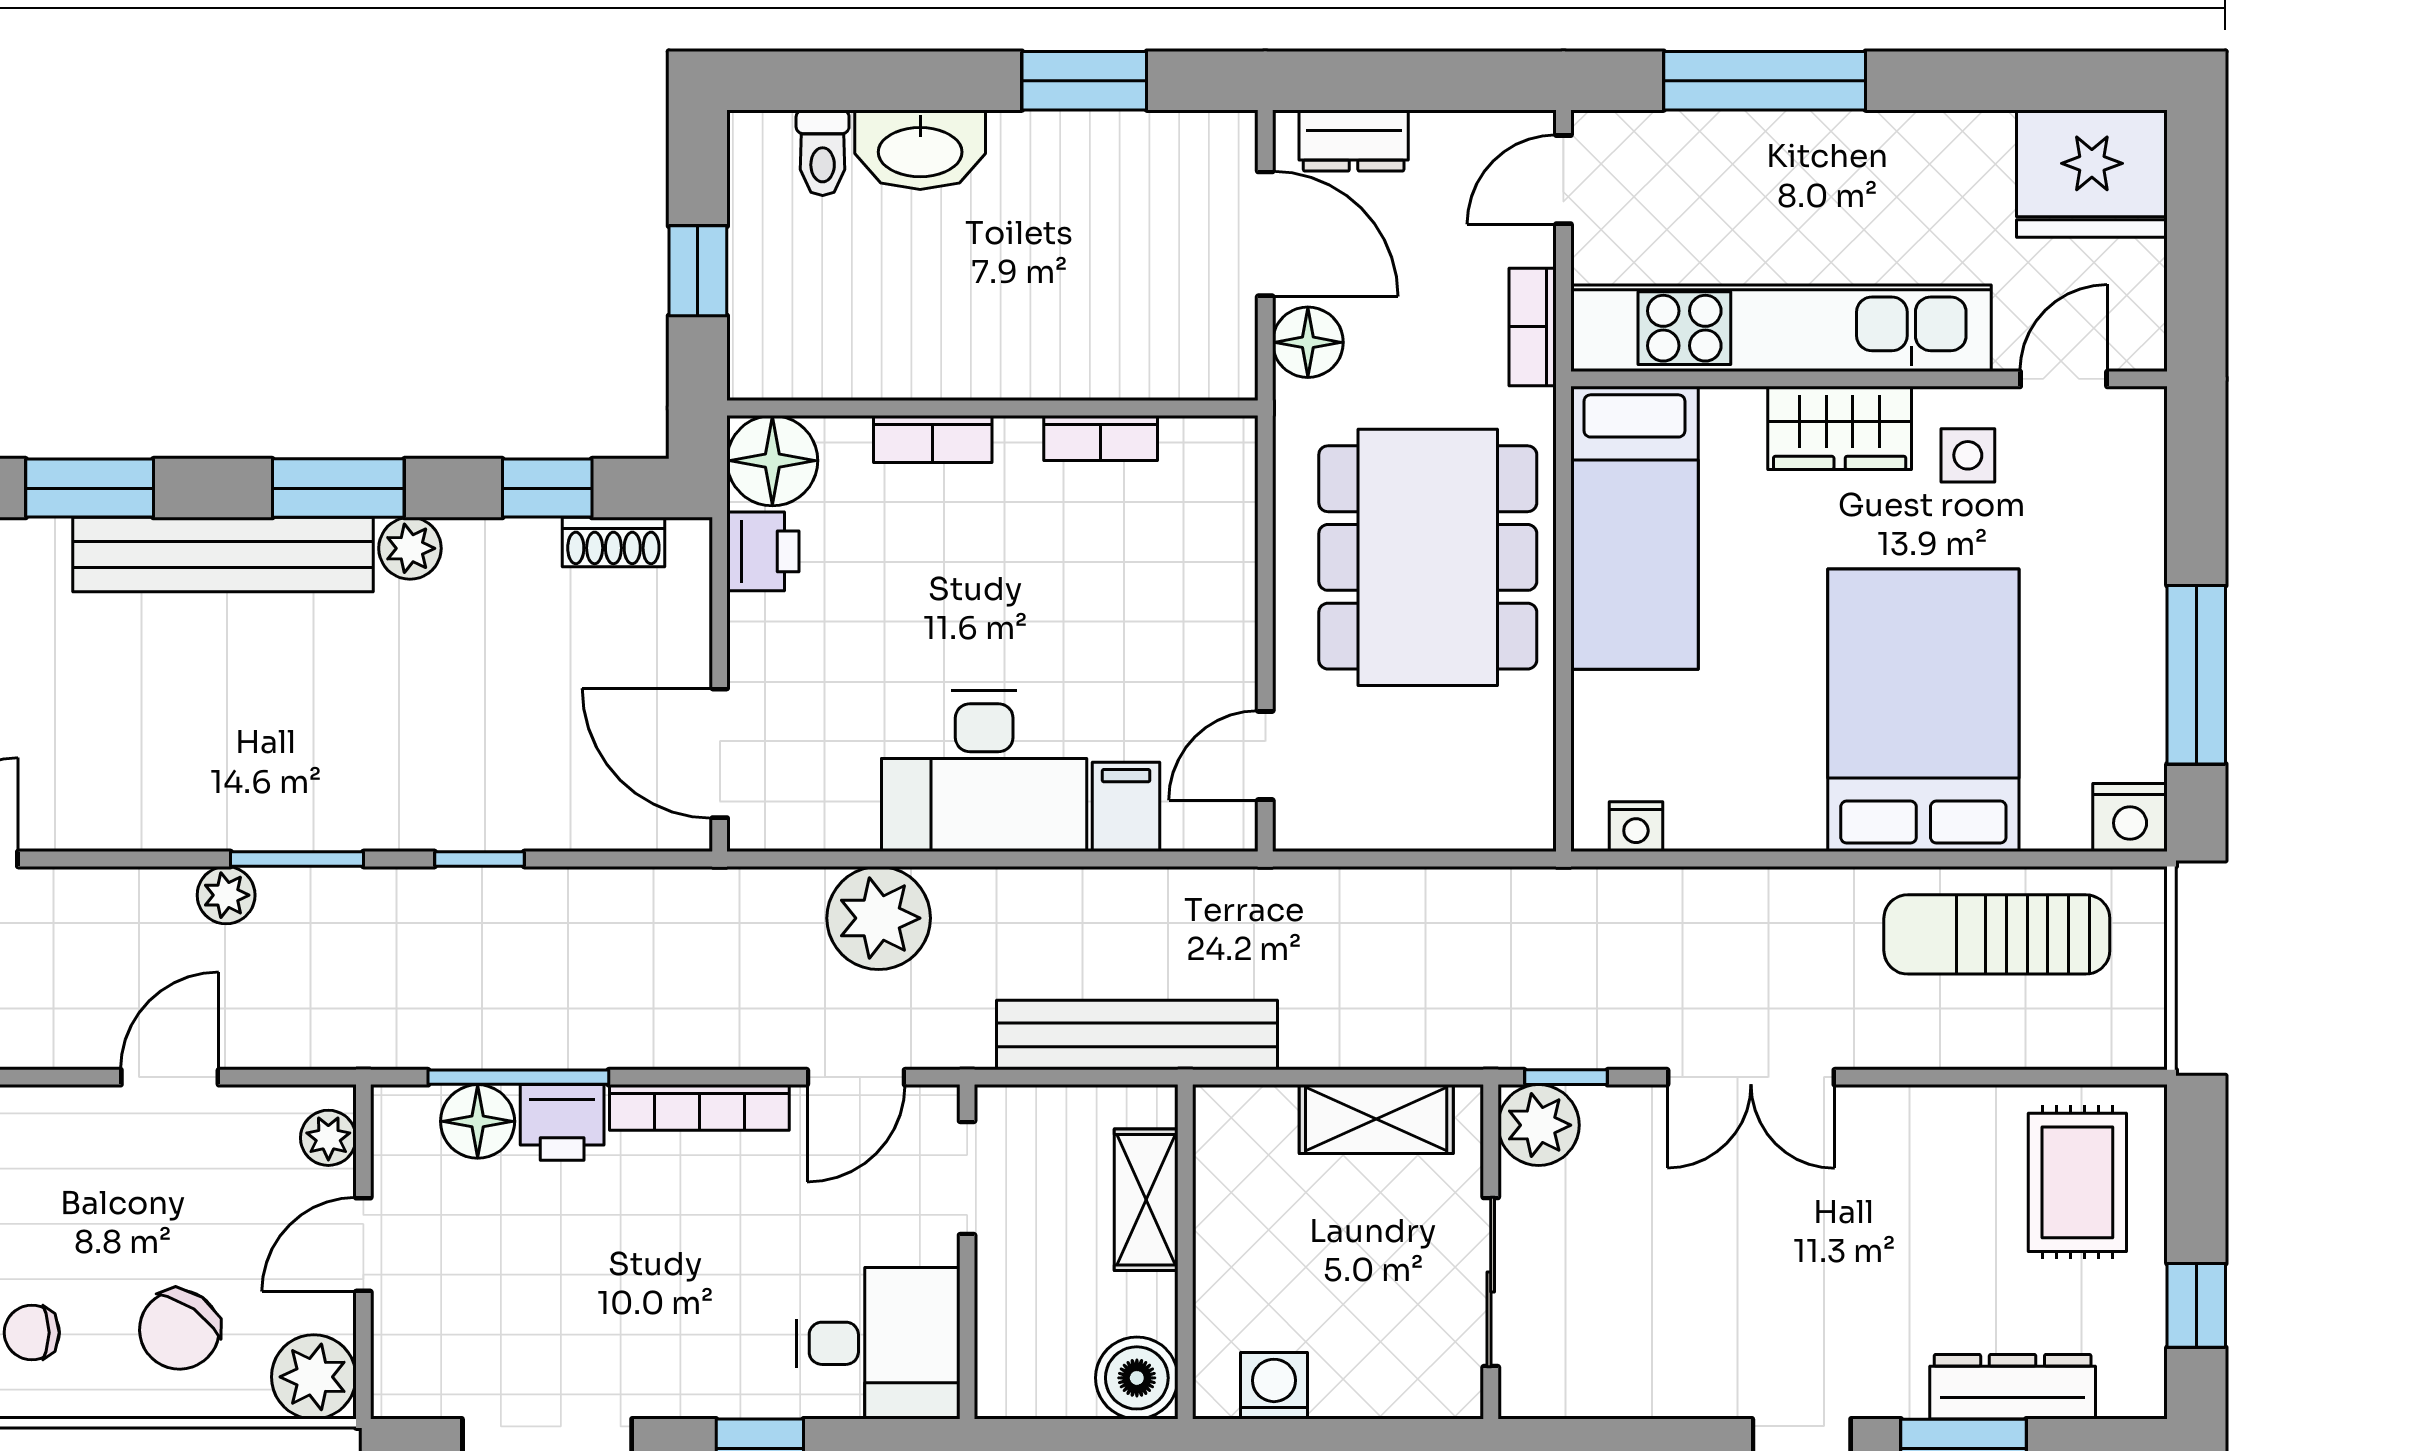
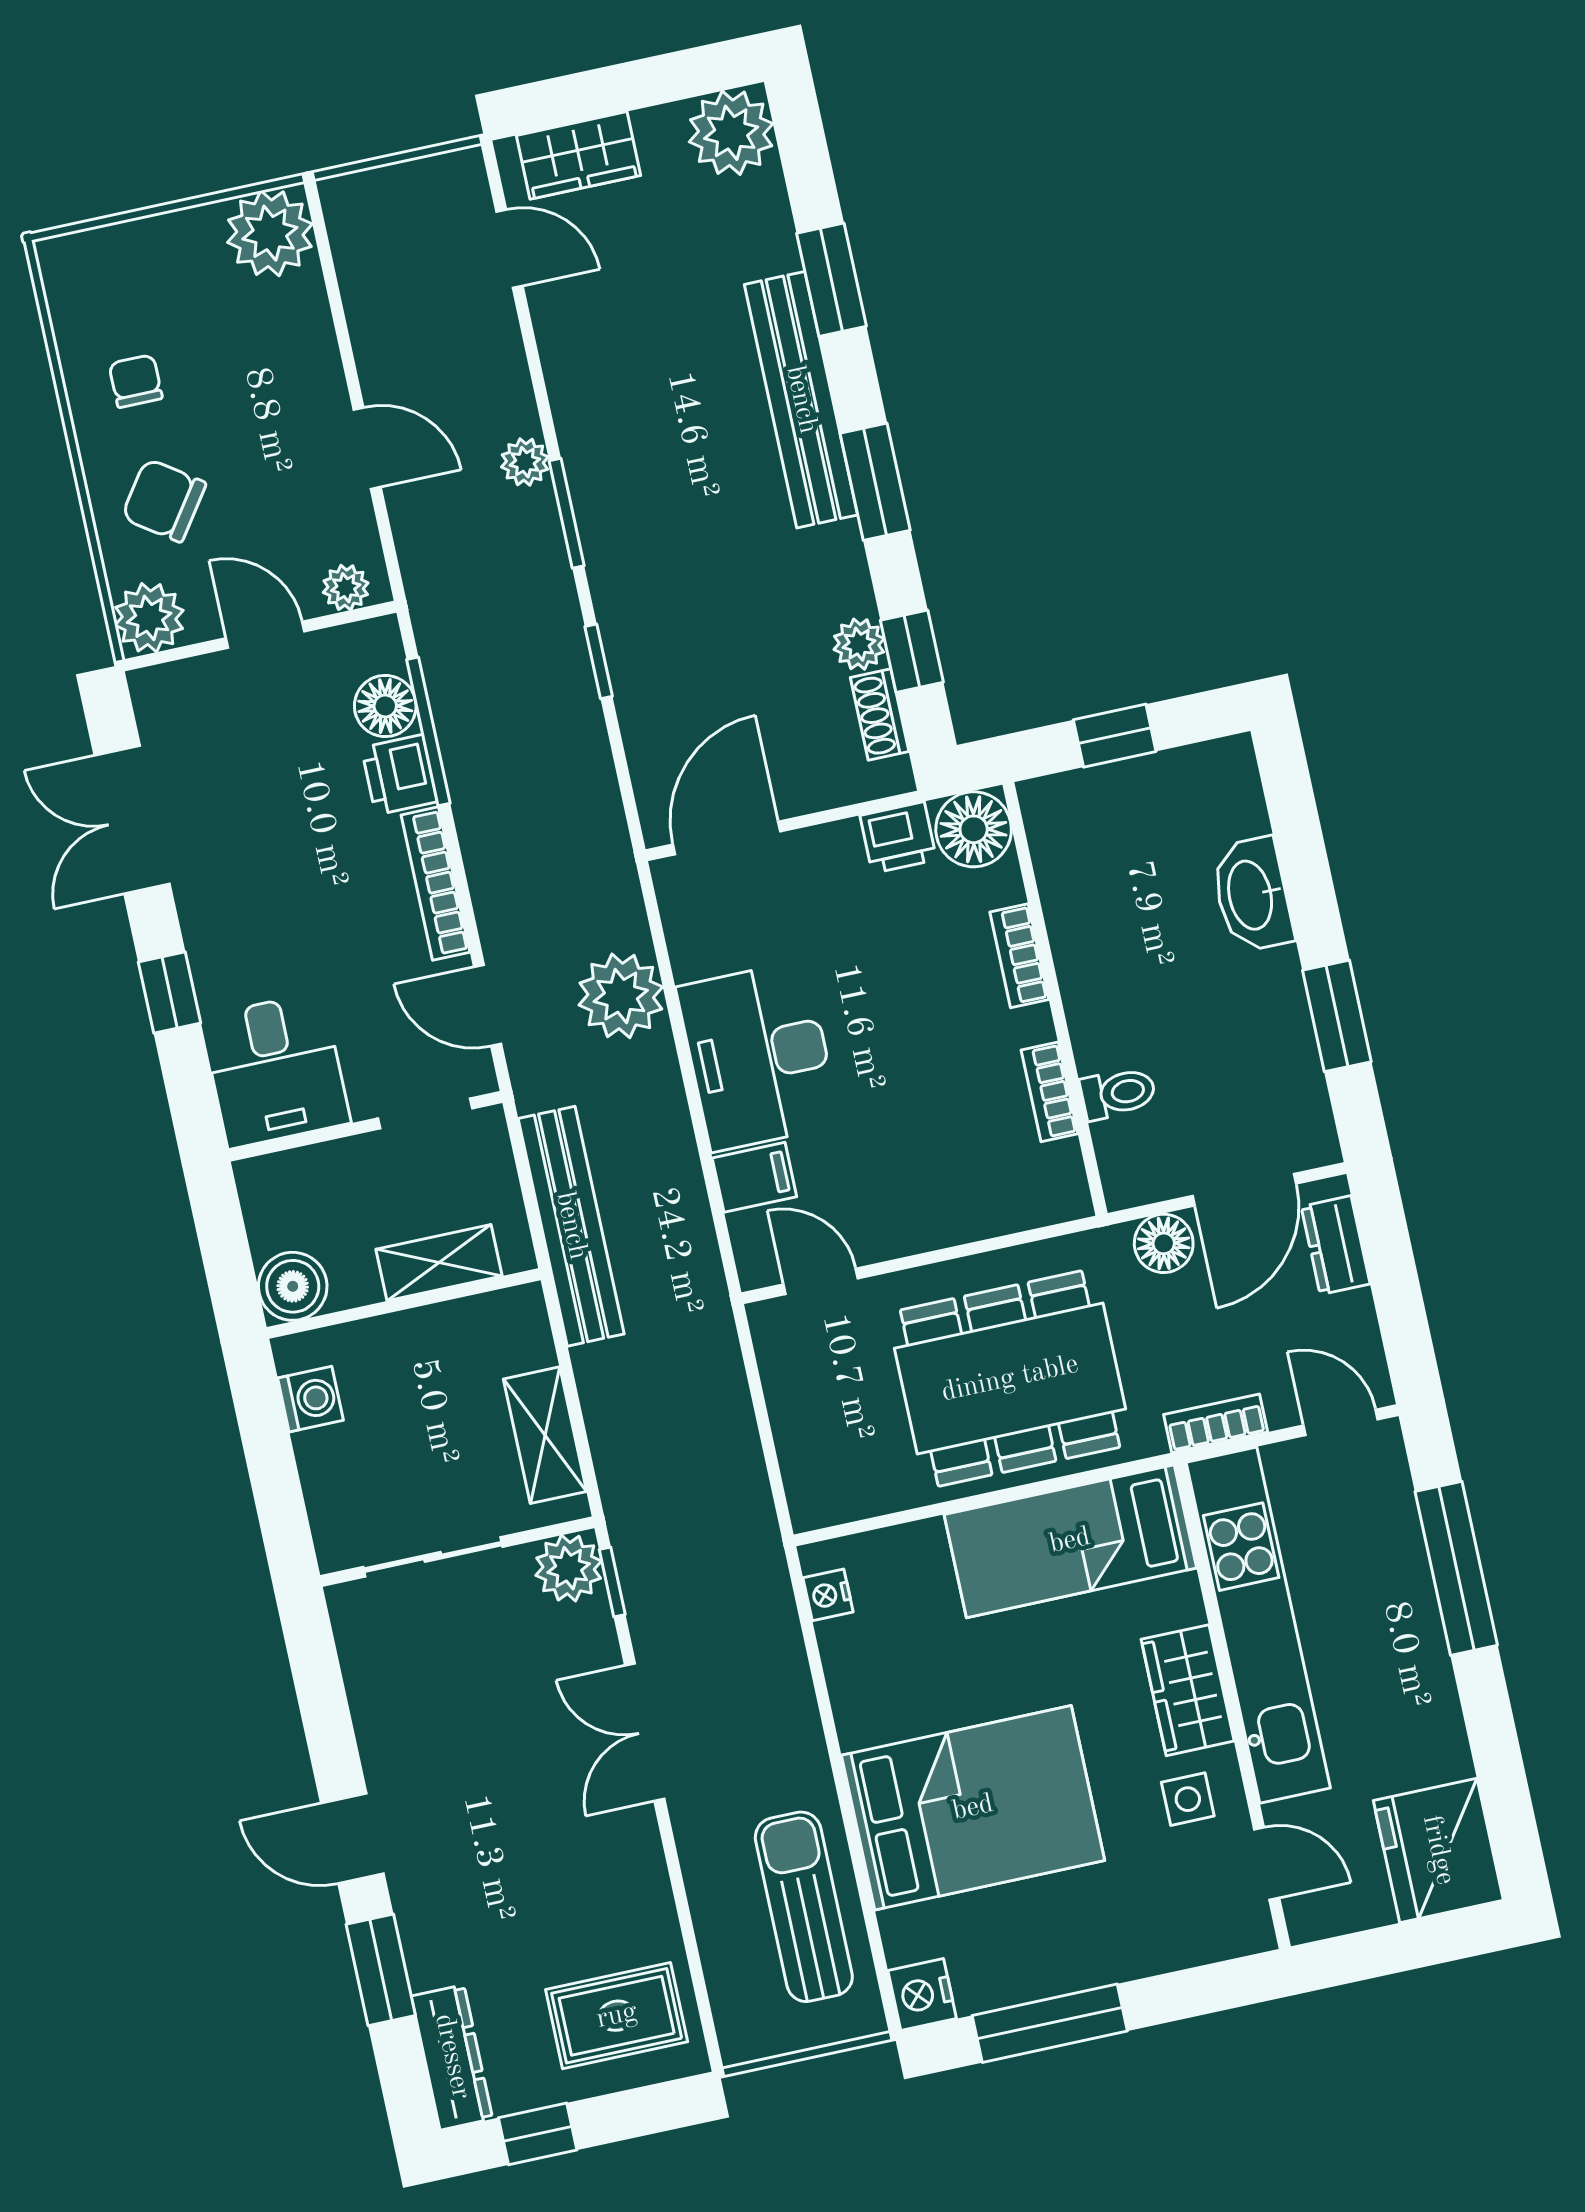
toilet: (823, 153) -> (1118, 1093), moved, turned 180
plant: (410, 548) -> (859, 644), moved
dresser: (2013, 1387) -> (452, 2057), moved

